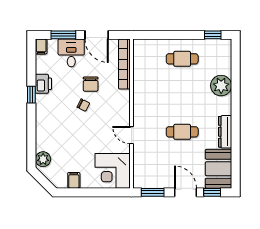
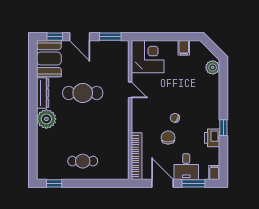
plant: (221, 86) -> (46, 119), moved
cafe table: (182, 132) -> (83, 93), width x1.37, depth x1.35

